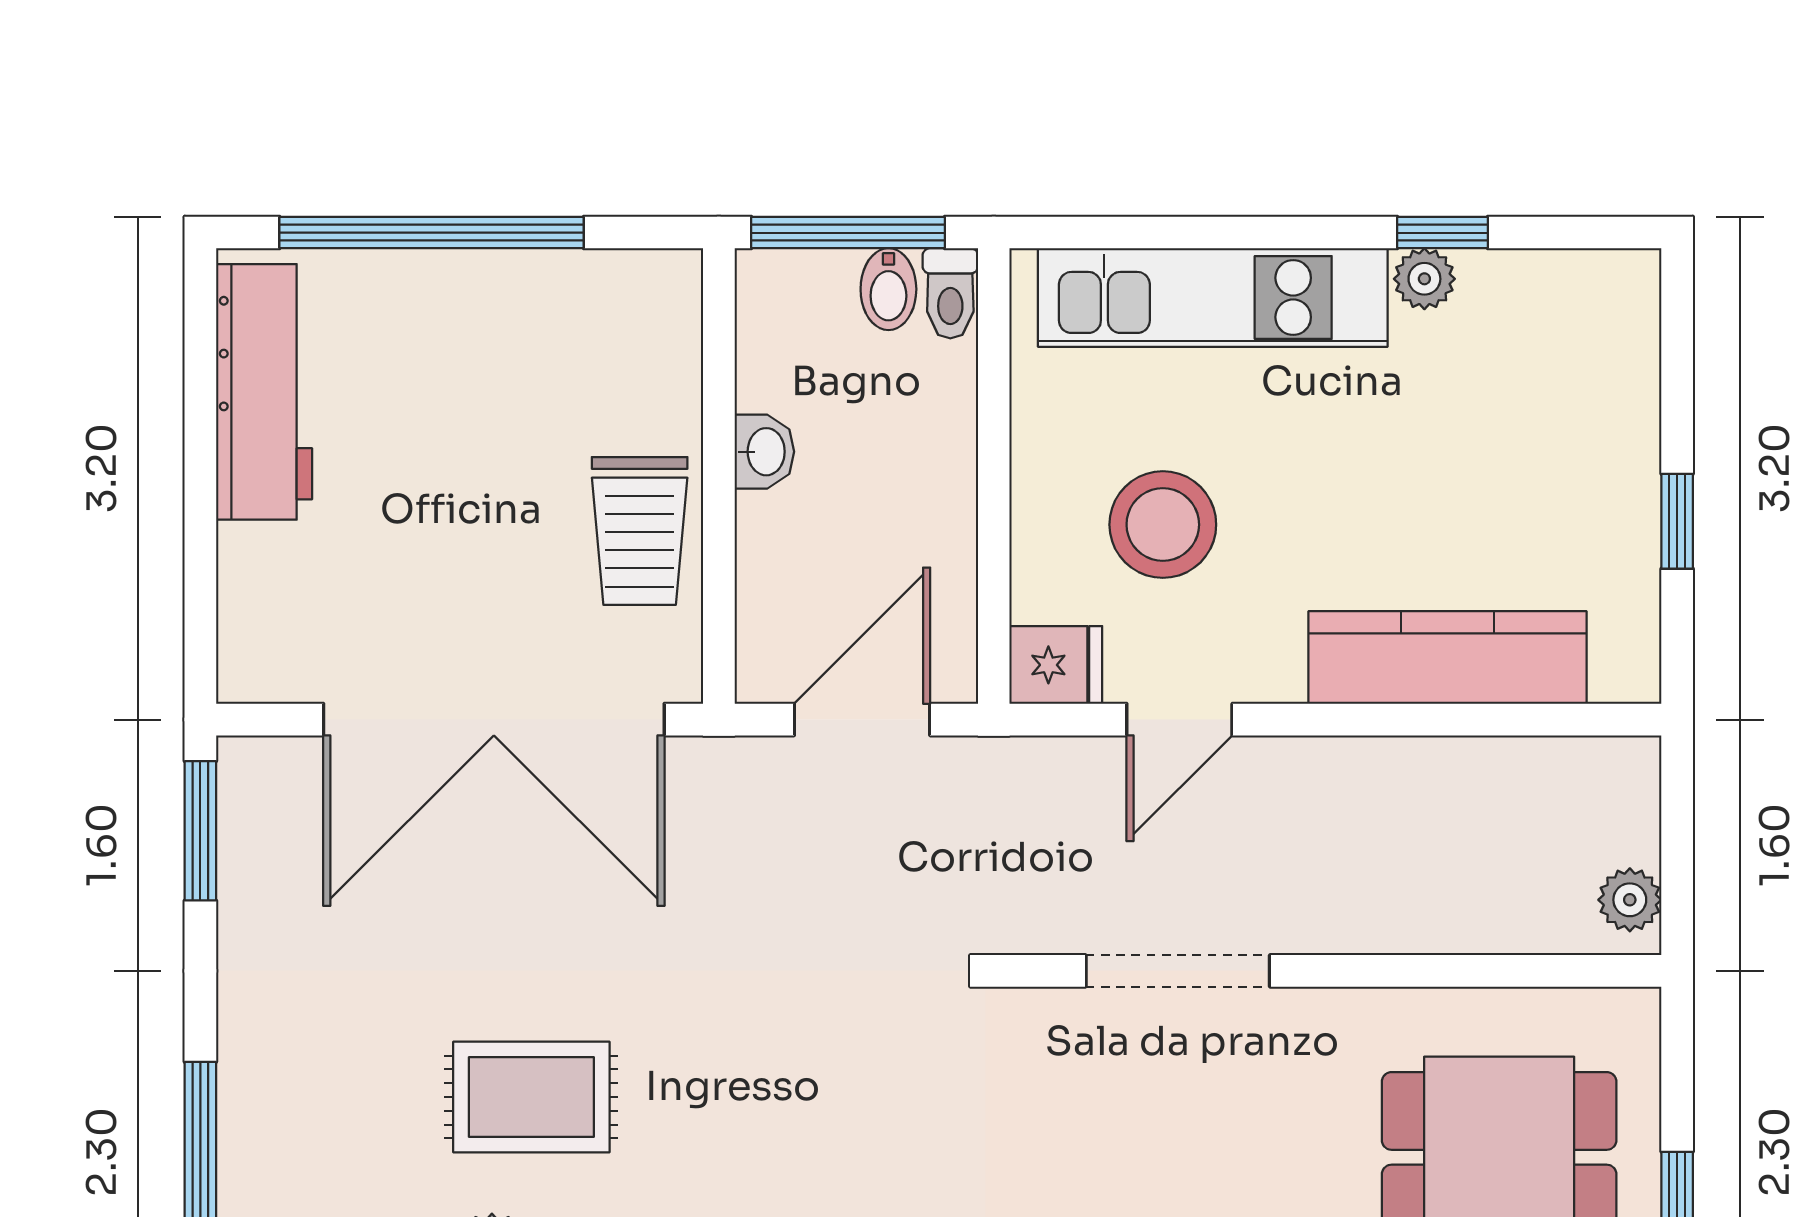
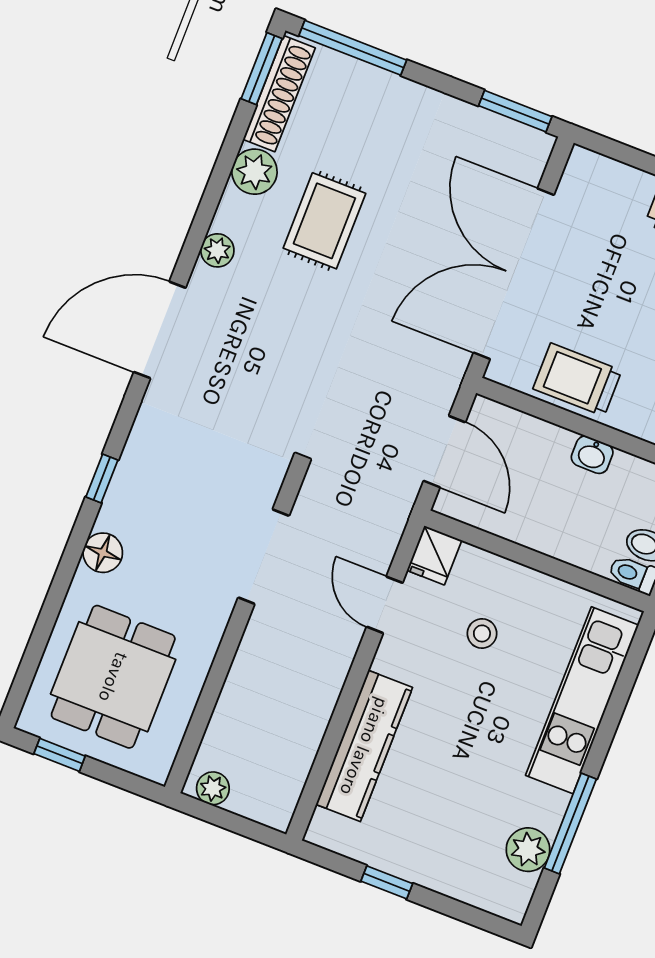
window: (1442, 233) -> (570, 823), width x2.17
plant: (1424, 279) -> (528, 850), moved, width x1.38, depth x1.38
stool: (1163, 525) -> (482, 633), width x0.53, depth x0.53

